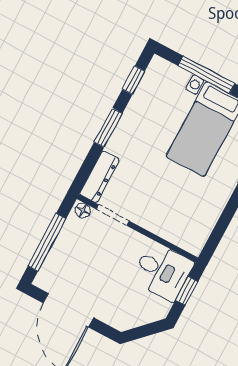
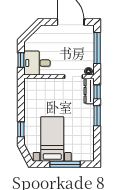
window: (134, 80) -> (97, 92), moved

